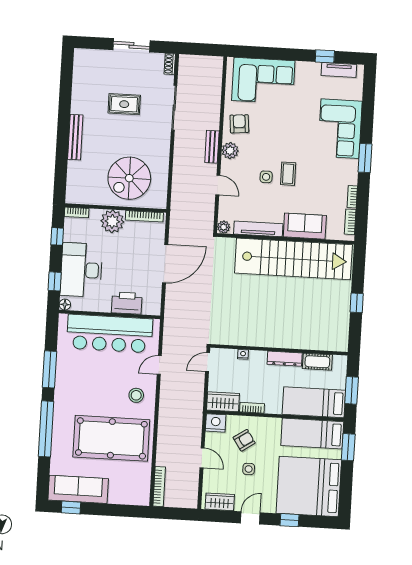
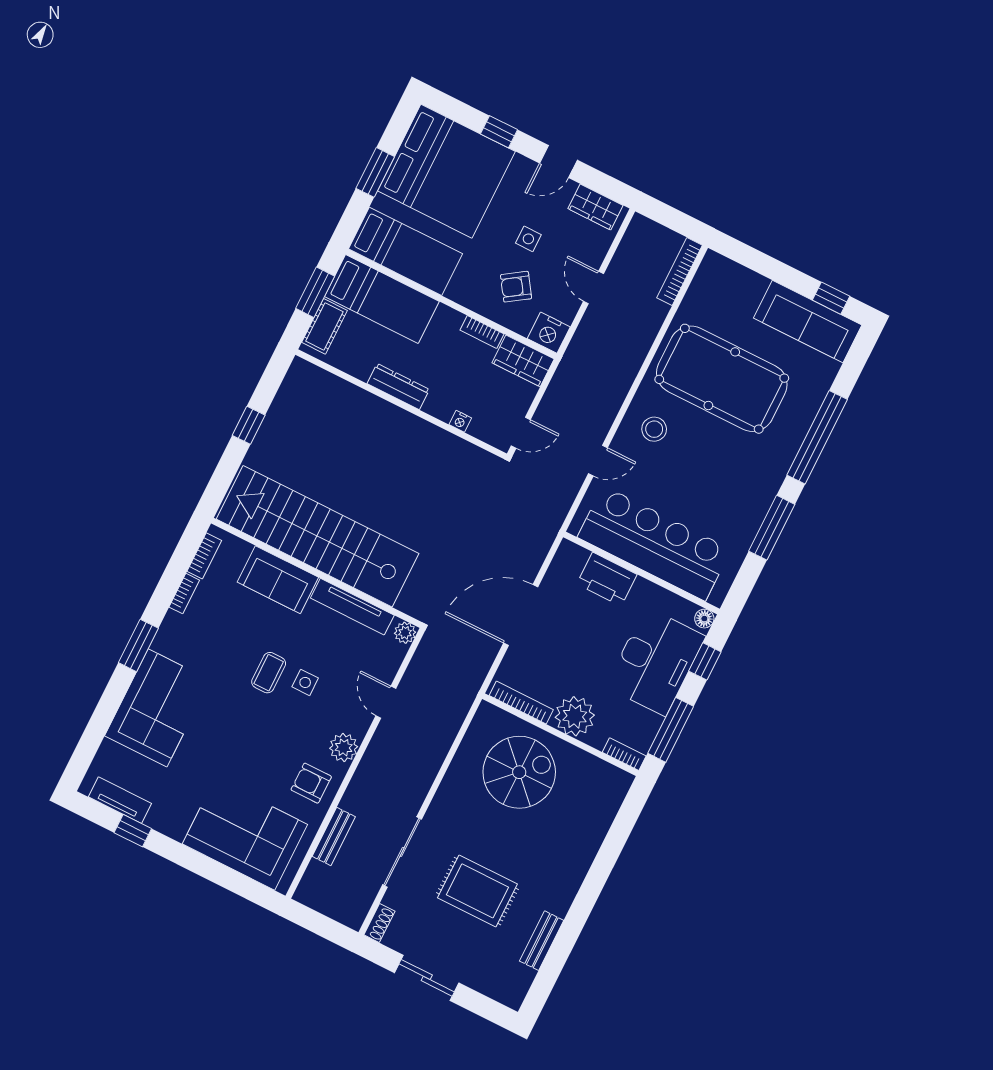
rug: (124, 104) -> (477, 891), width x1.36, depth x1.43
armchair: (239, 124) -> (311, 783), turned 95
bench: (75, 137) -> (542, 941), moved, width x0.73
bench: (212, 147) -> (334, 837), moved
window: (57, 236) -> (671, 730), width x2.17
cot: (317, 362) -> (324, 326), moved, turned 90
window: (348, 447) -> (375, 172), moved

